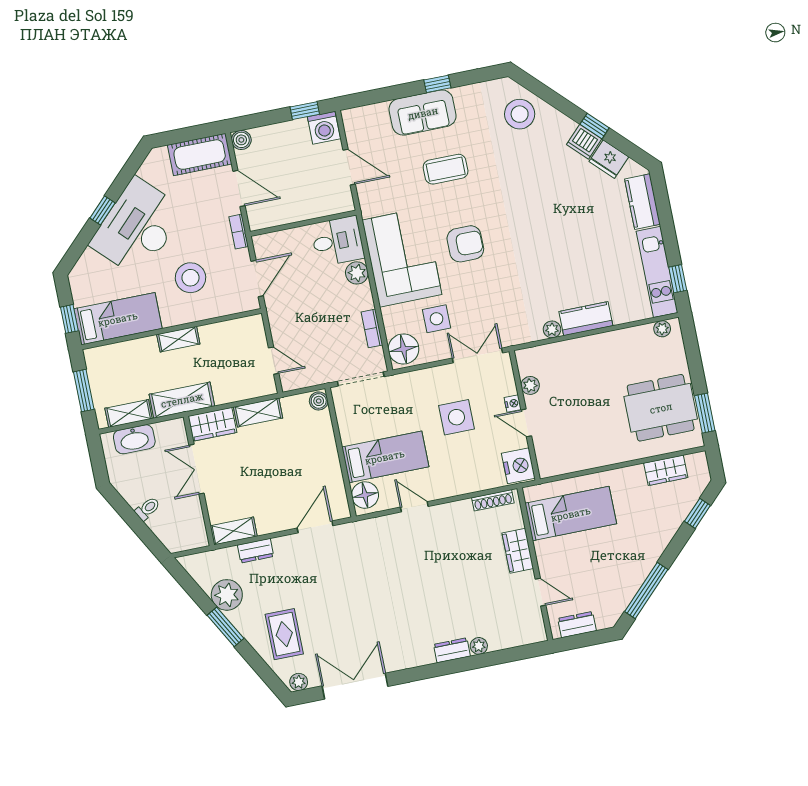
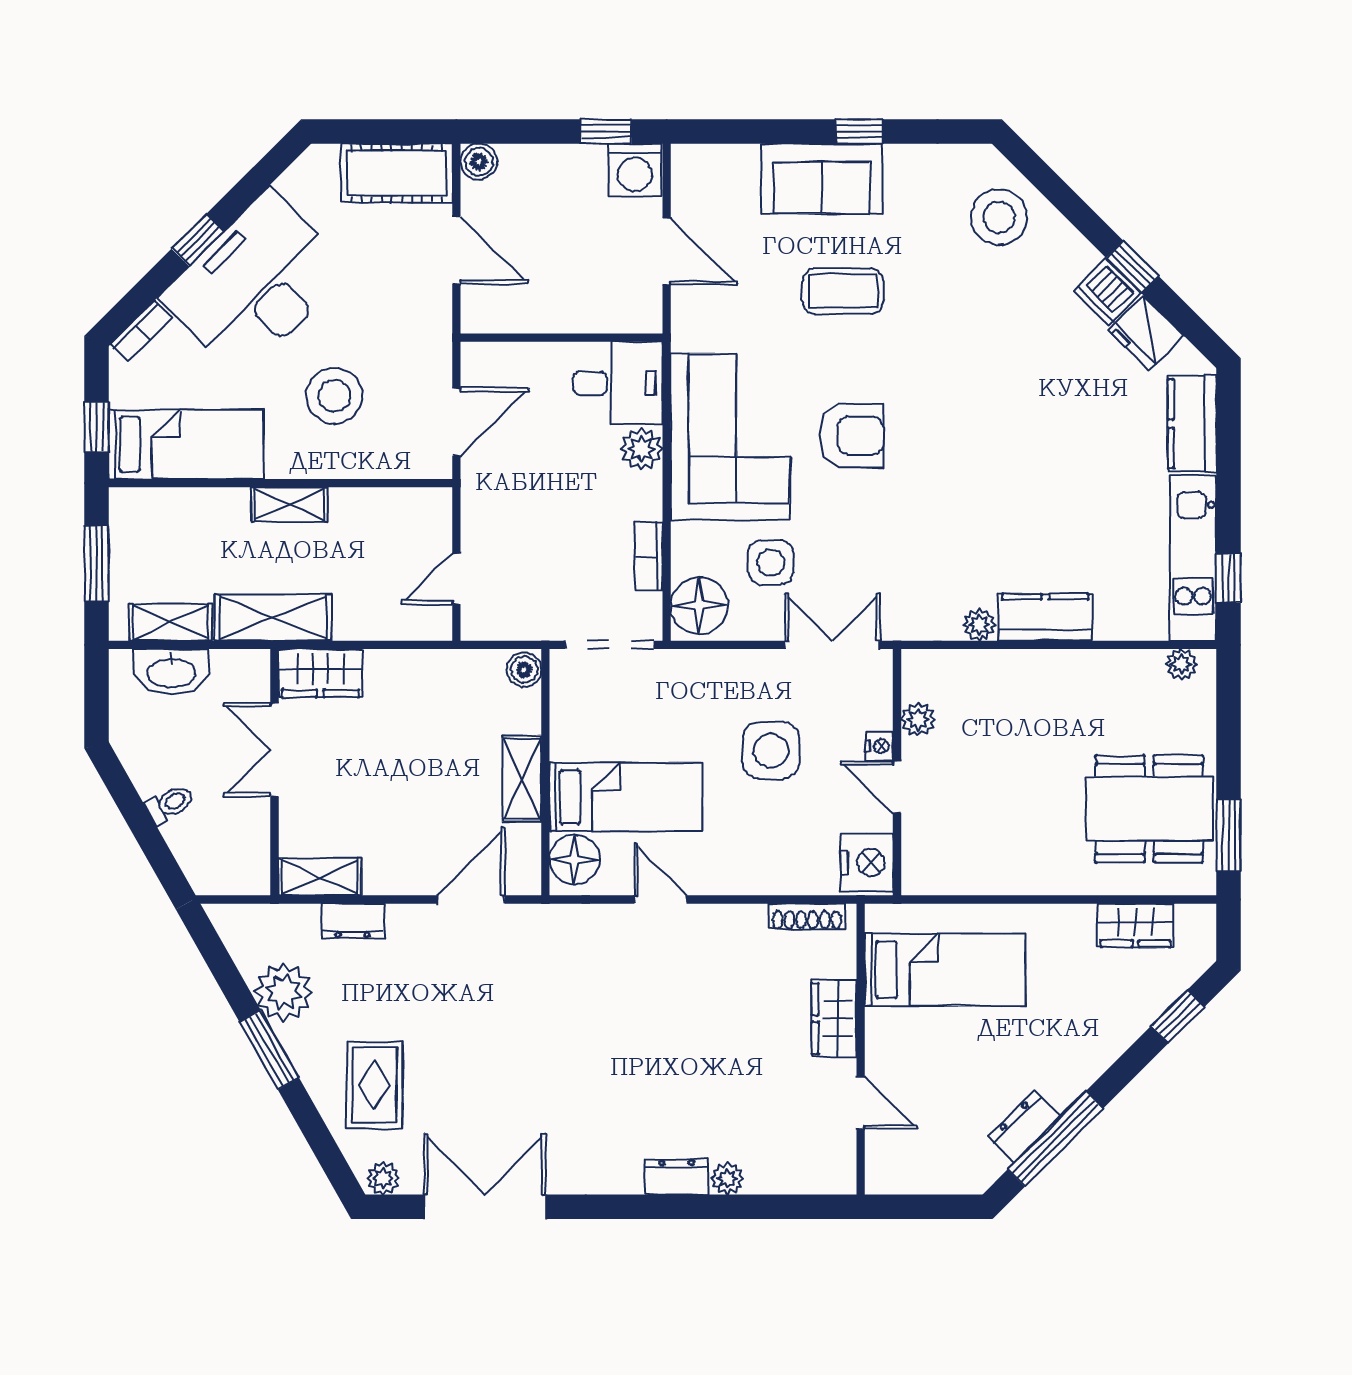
bookcase: (239, 232) -> (141, 331), moved, turned -135
door: (274, 361) -> (456, 579), swing flipped
shelving: (258, 412) -> (522, 779), moved, turned 90
dresser: (577, 625) -> (1024, 1126), moved, turned -45

